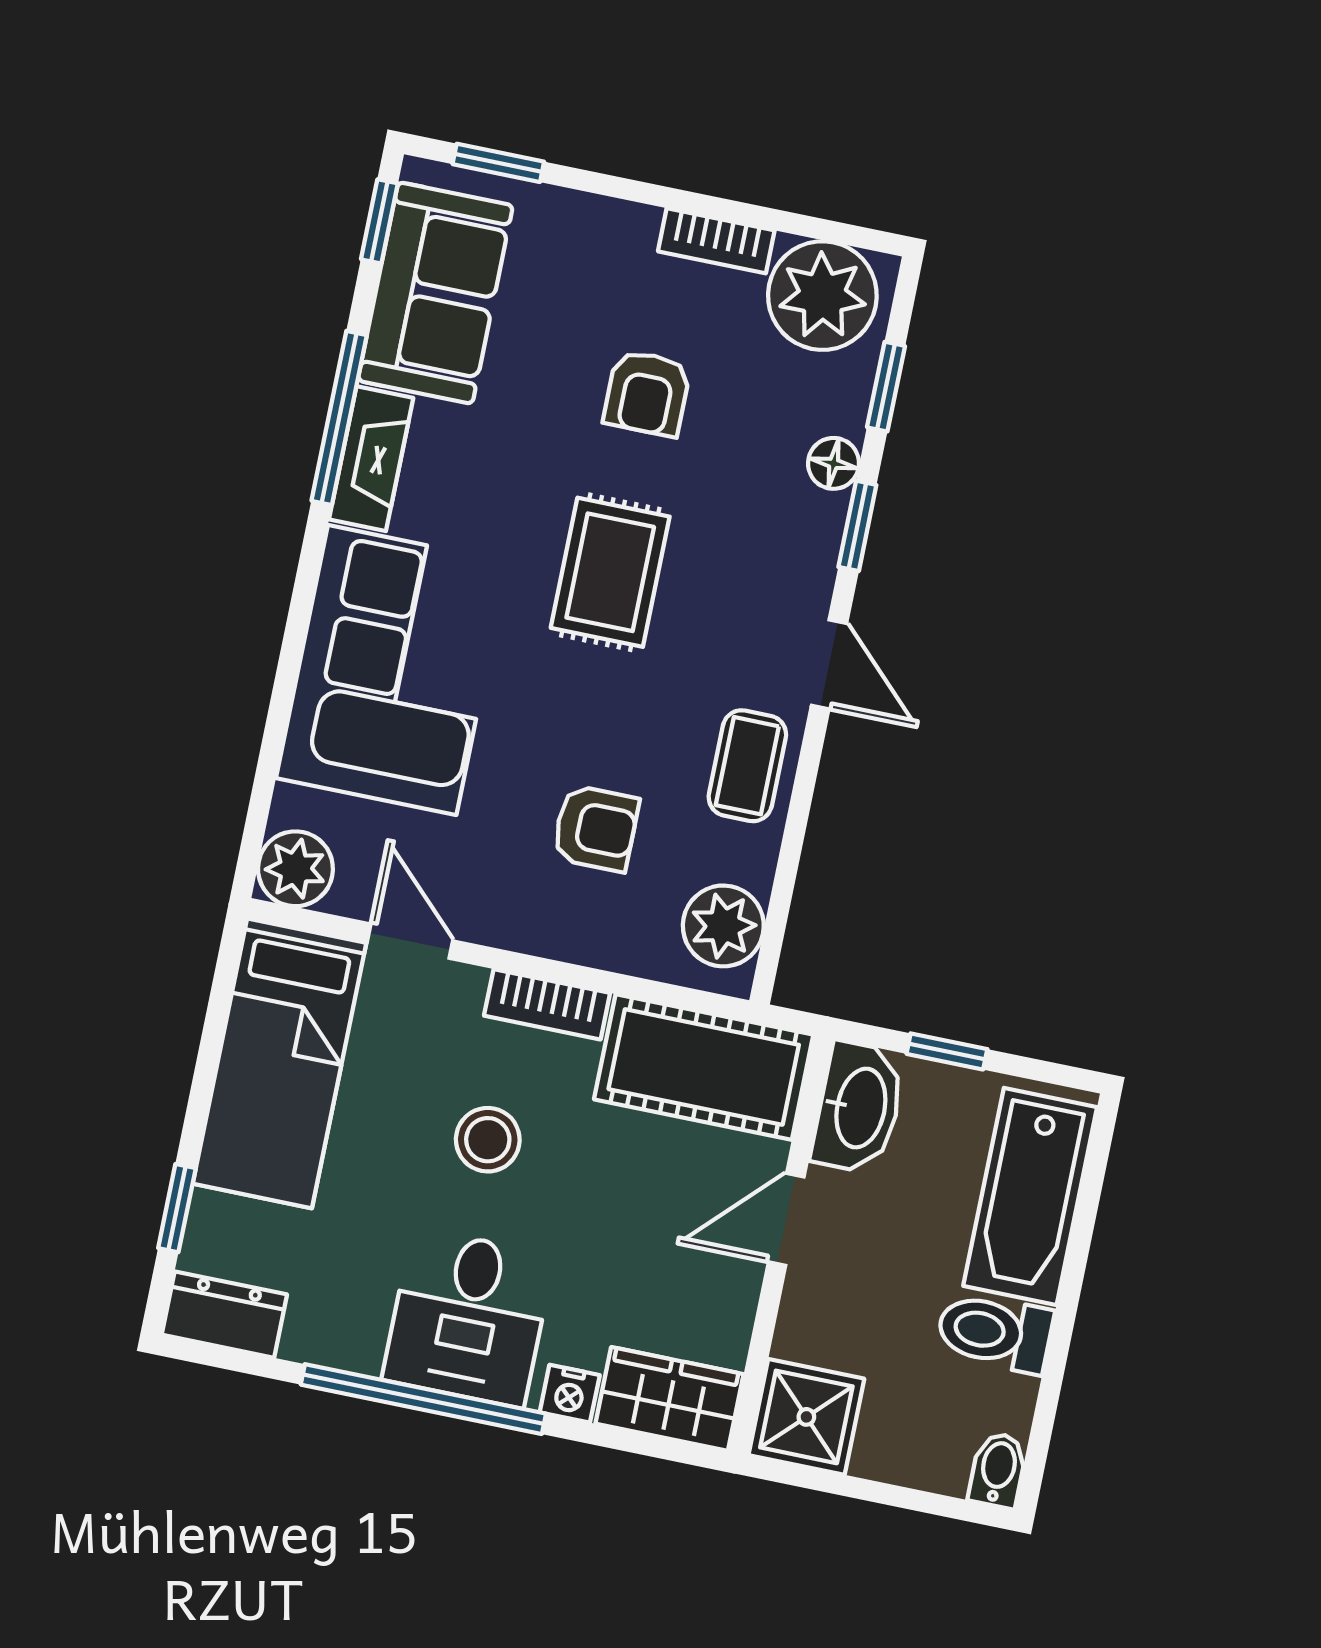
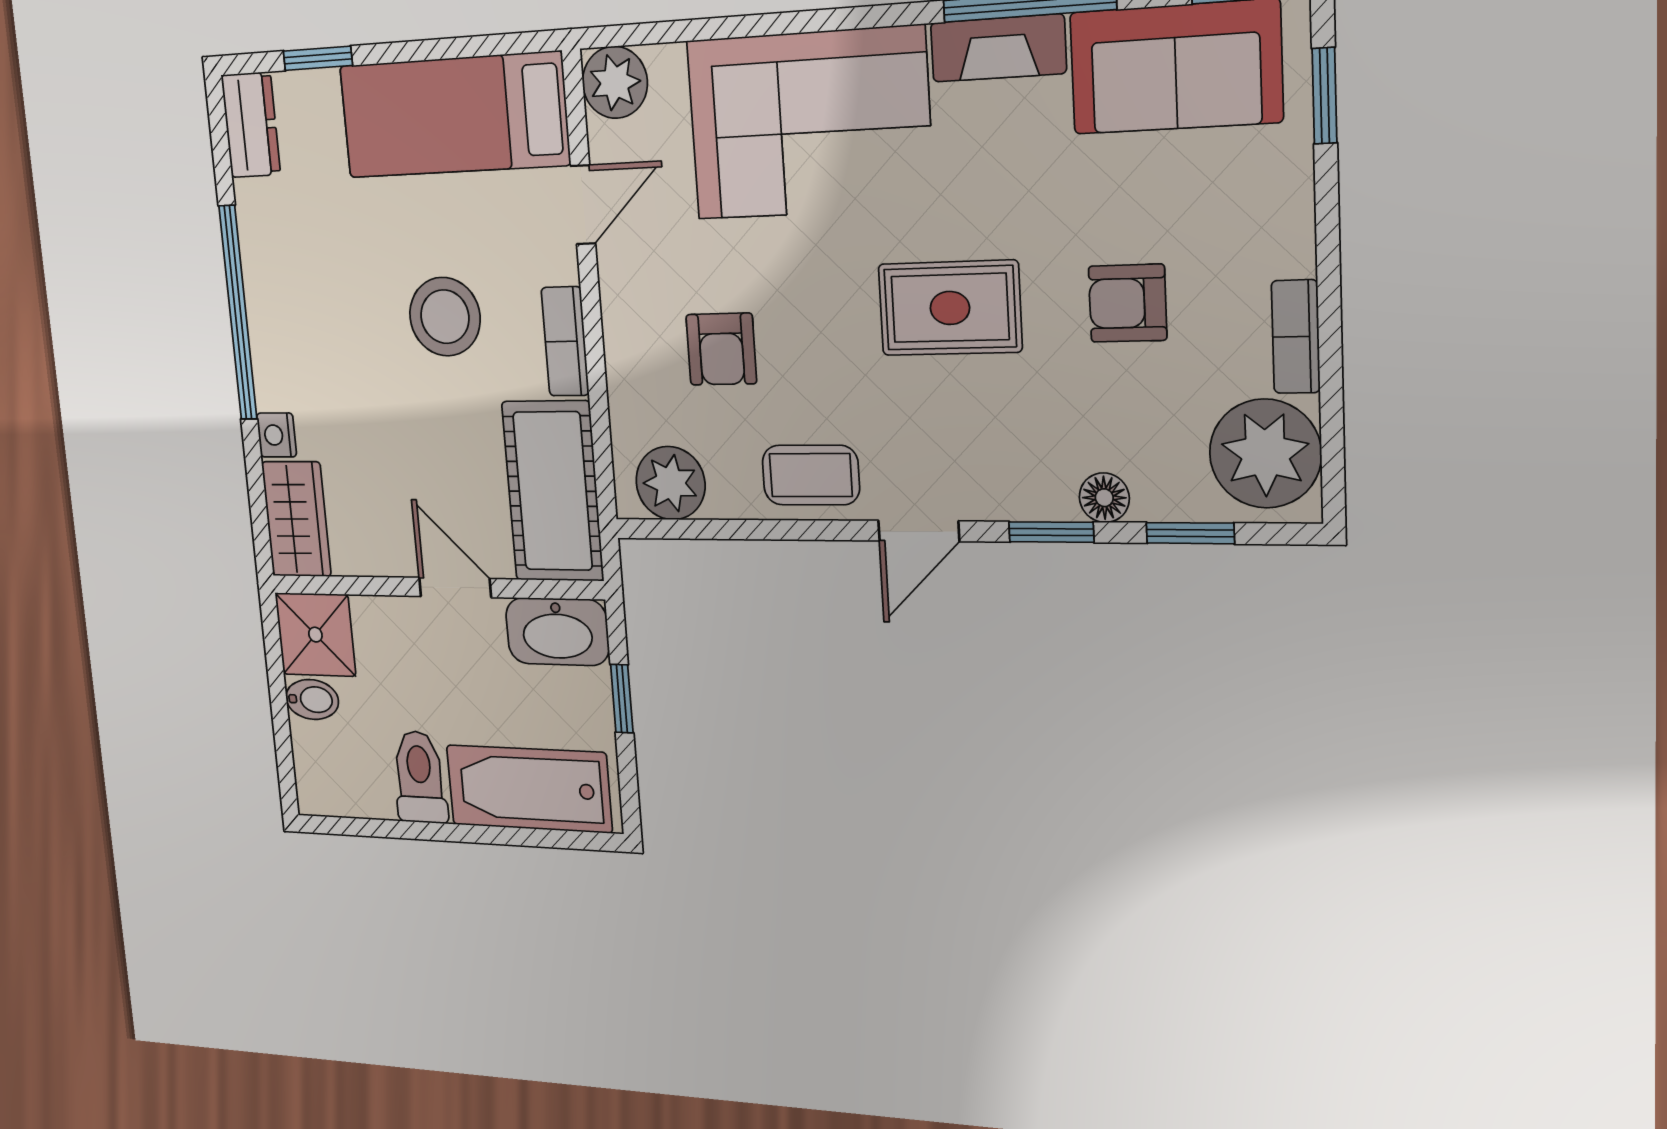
stool: (488, 1140) -> (445, 317), width x1.38, depth x1.38
desk: (468, 1317) -> (307, 335), removed
bidet: (998, 1470) -> (312, 699), moved

